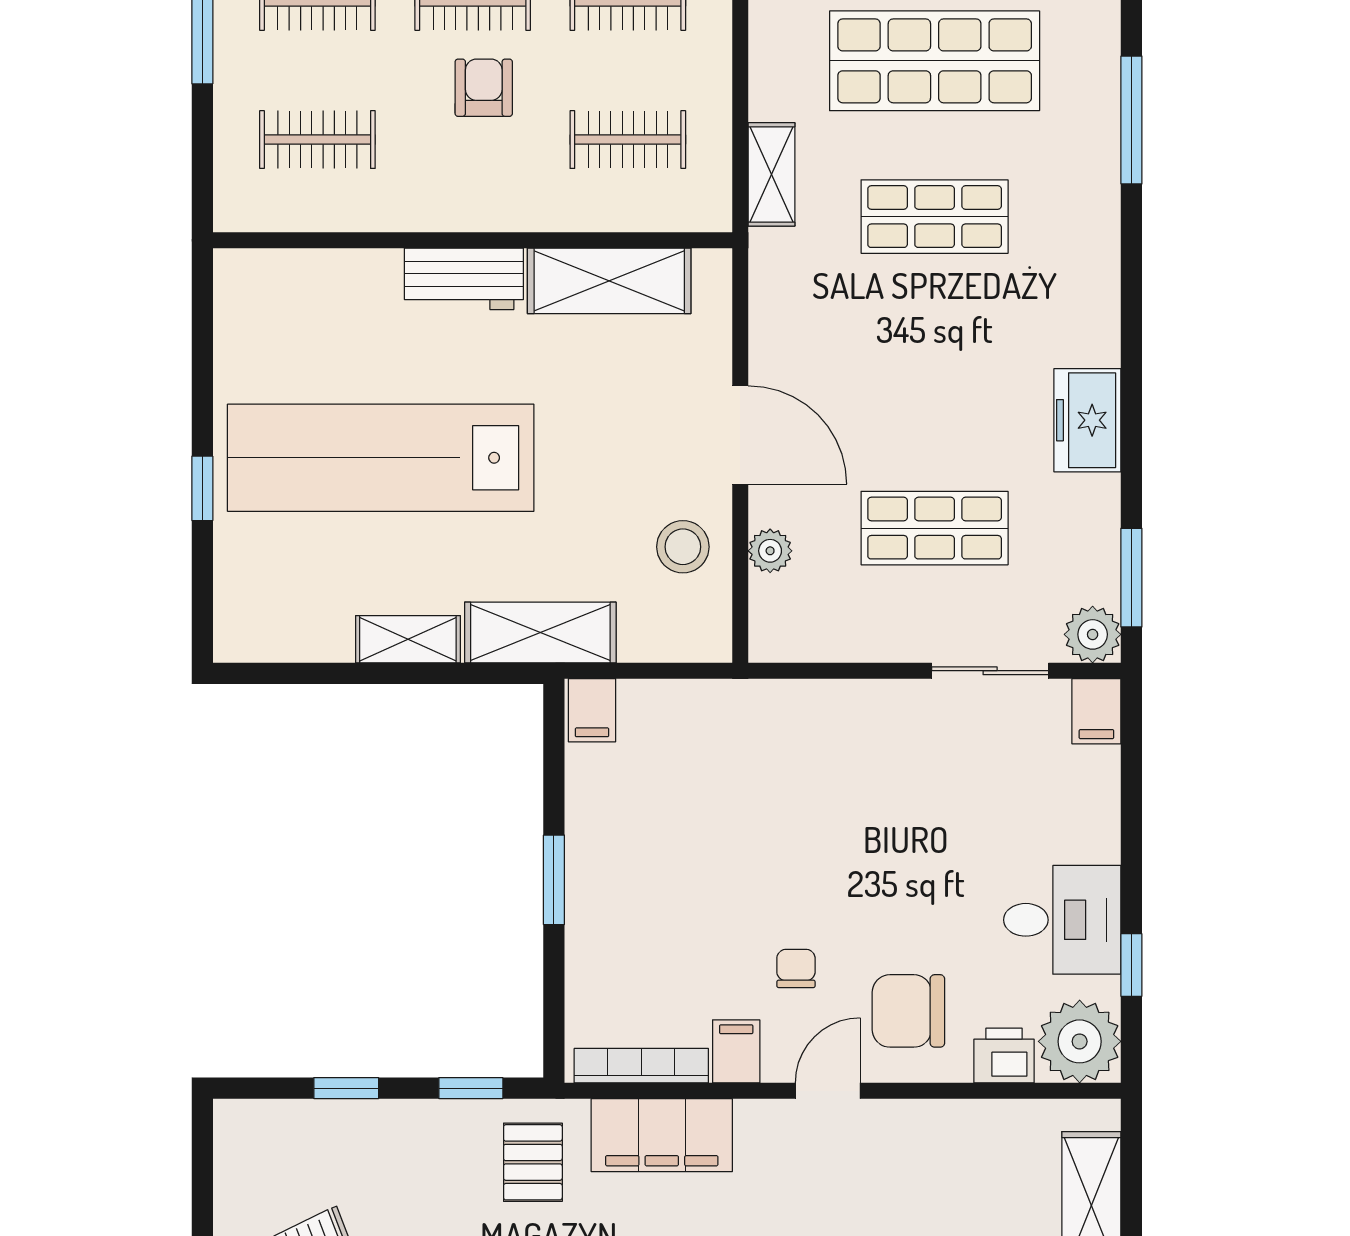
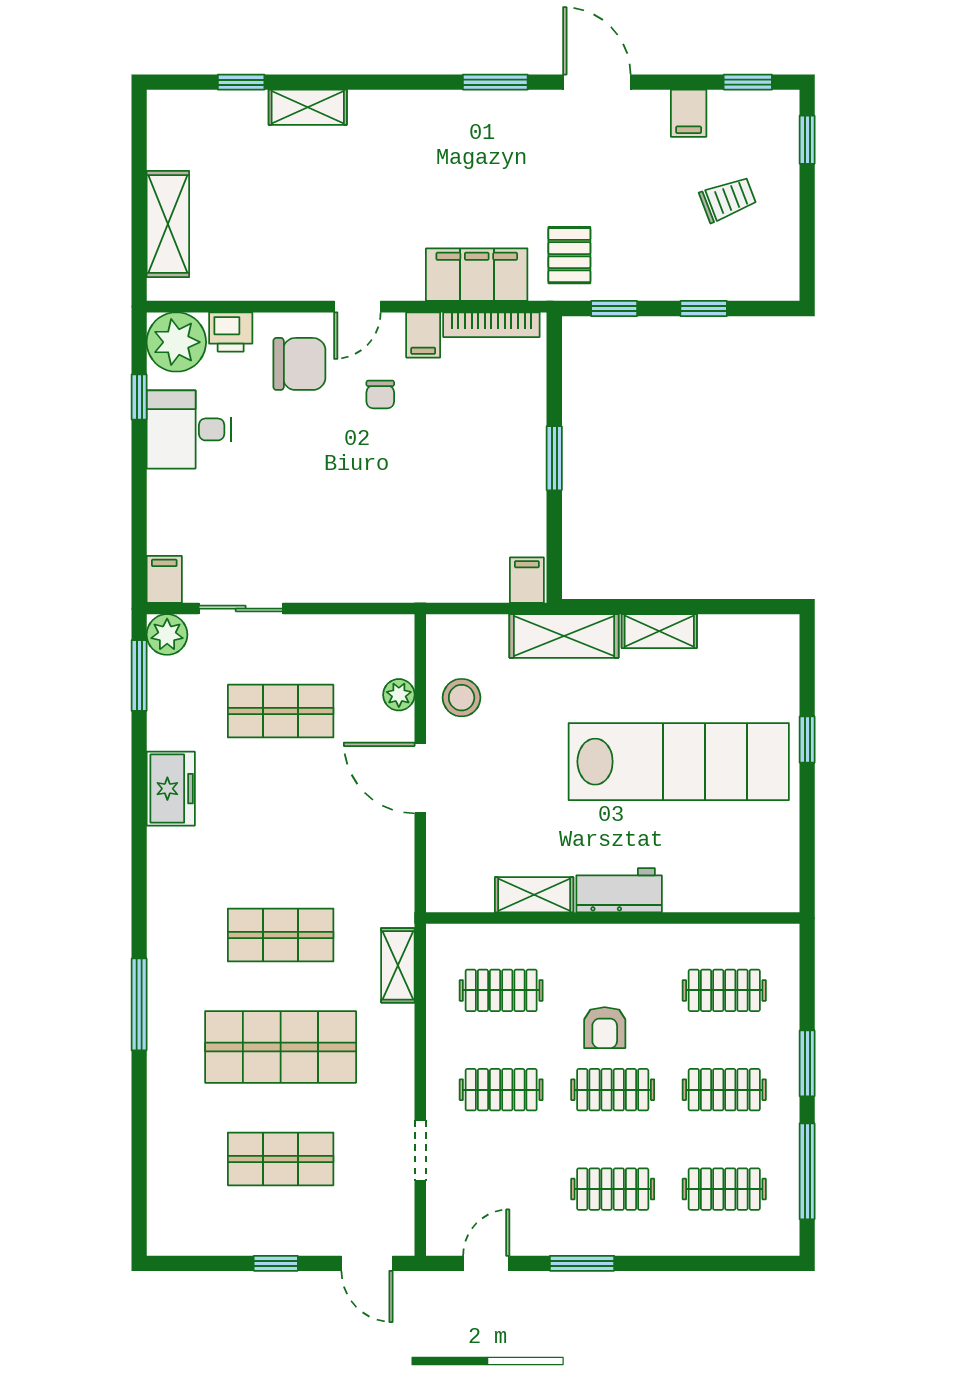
shelving: (609, 281) -> (534, 895), width x0.67, depth x0.75

